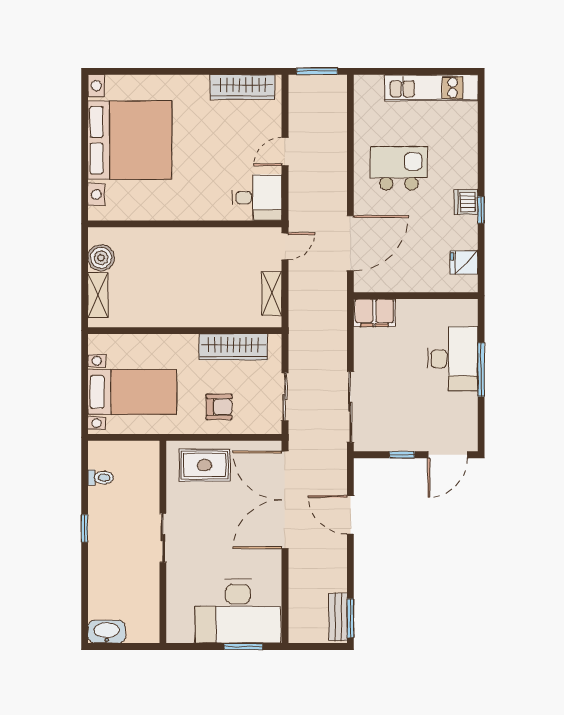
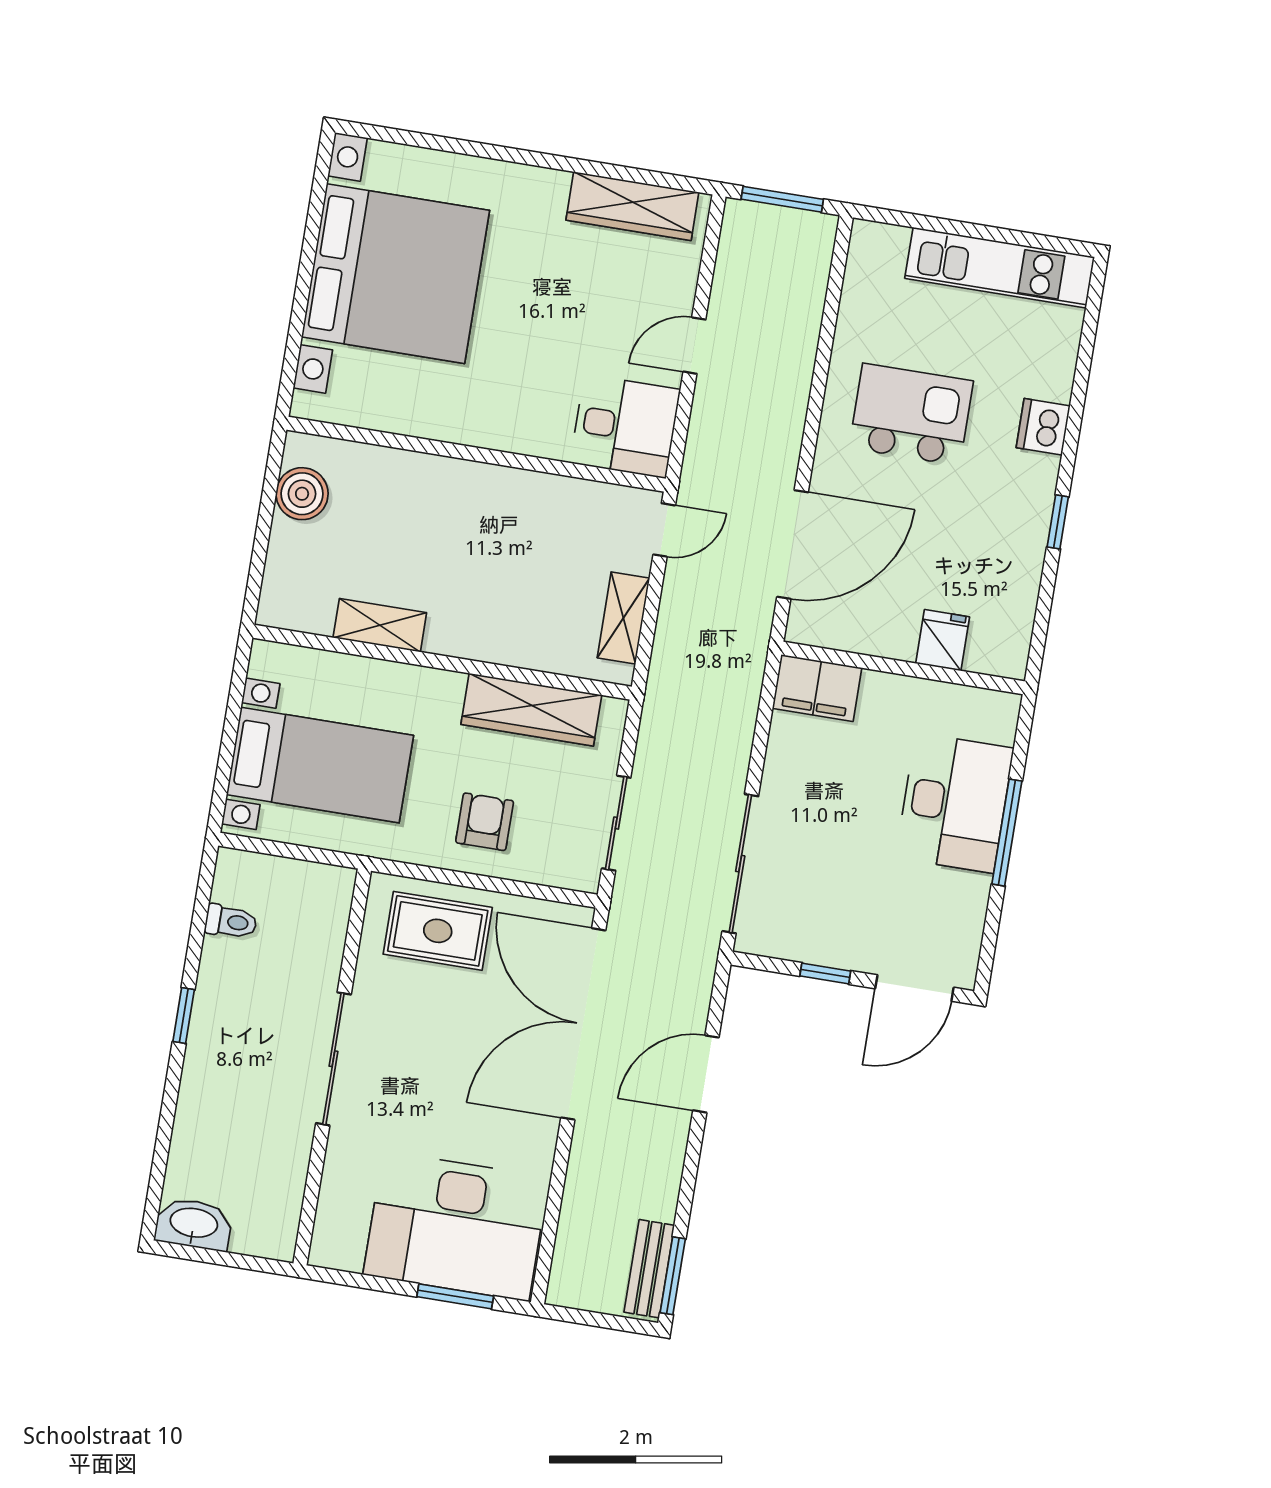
dishwasher: (466, 202) -> (1043, 427), moved
fridge: (464, 262) -> (943, 640), moved, turned 90
shelving: (98, 295) -> (380, 625), moved, turned 90
armchair: (219, 407) -> (485, 822), turned -90
door: (350, 515) -> (706, 1074), hinge flipped
sliding door: (163, 538) -> (333, 1059), width x1.37

